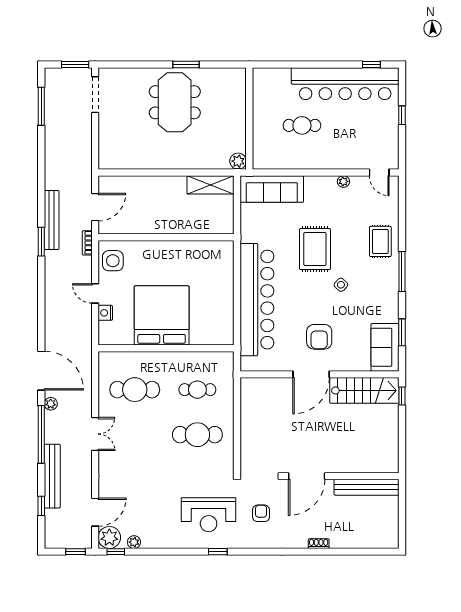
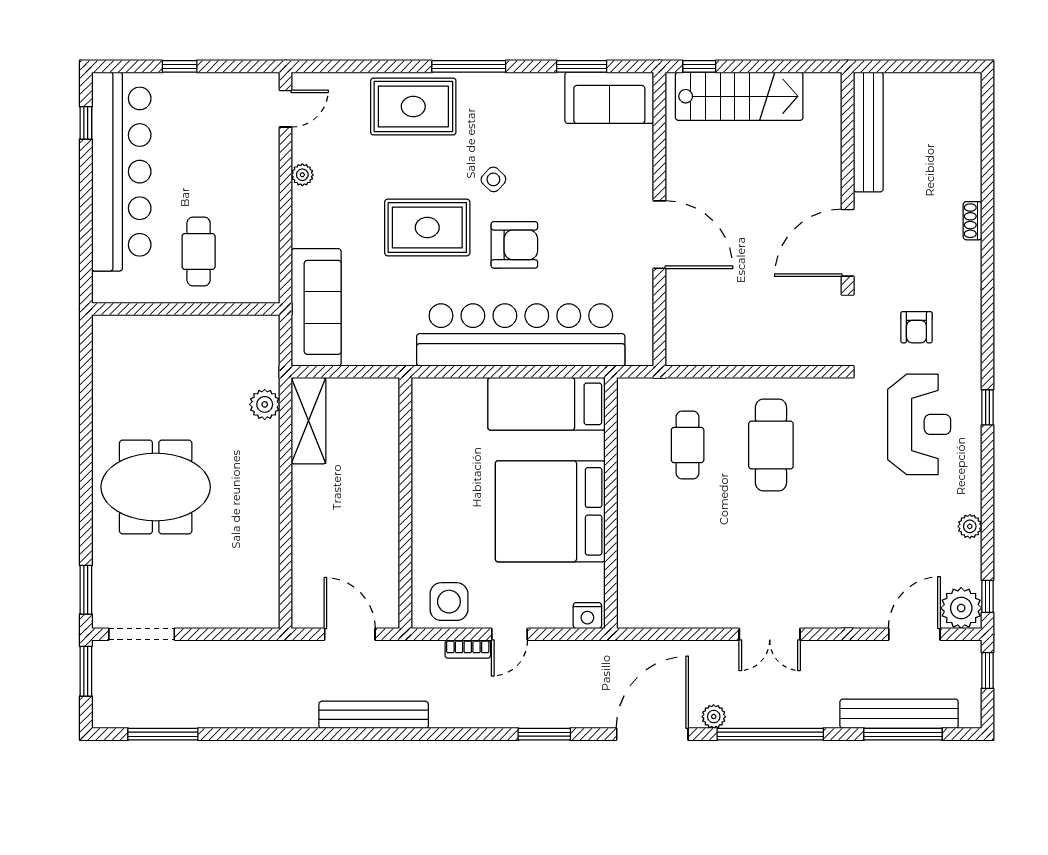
window: (186, 65) -> (86, 590), moved
wall: (249, 118) -> (186, 309), moved
plant: (238, 161) -> (265, 404), moved
rug: (380, 241) -> (413, 107), width x1.36, depth x1.43
window: (41, 242) -> (544, 734), moved
bookcase: (87, 243) -> (468, 649), moved
nightstand: (105, 313) -> (587, 616), moved
bed: (220, 313) -> (546, 404), added
armchair: (319, 337) -> (514, 245), moved
cafe table: (135, 390) -> (688, 561), removed
stairs: (364, 390) -> (739, 96), moved, turned 90
double door: (95, 434) -> (770, 634), swing flipped
bench: (52, 476) -> (899, 714), moved
door: (307, 476) -> (848, 243), swing flipped
window: (41, 506) -> (903, 734), width x2.17
door: (95, 512) -> (914, 634), hinge flipped
armchair: (261, 513) -> (916, 327), turned -90
plant: (134, 542) -> (970, 526), moved

